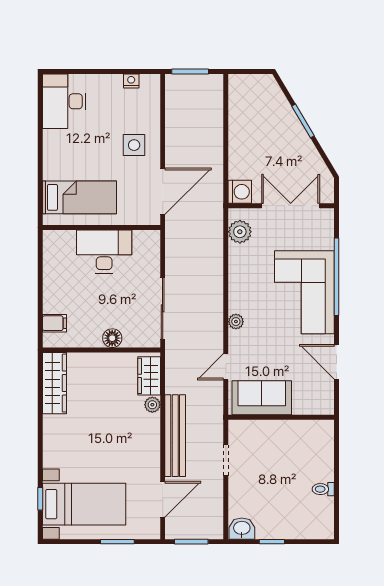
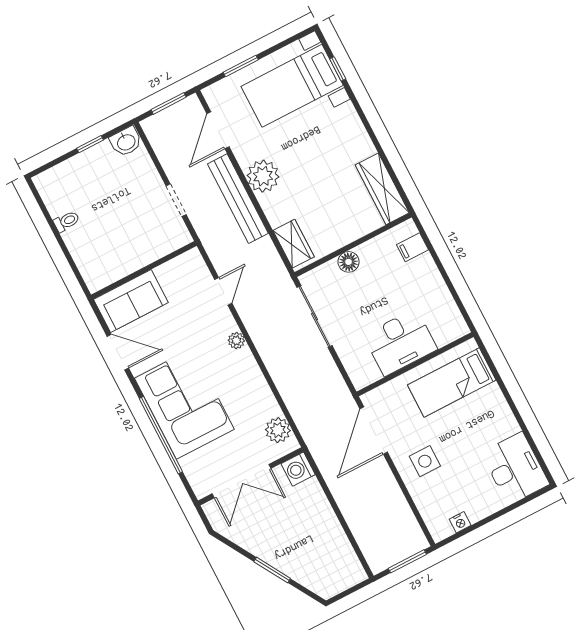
sofa: (262, 398) -> (131, 301), moved
plant: (152, 405) -> (263, 176), moved, width x1.88, depth x1.88

